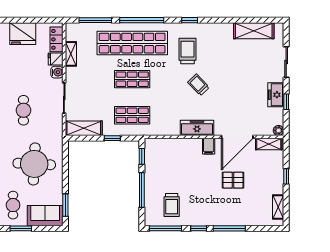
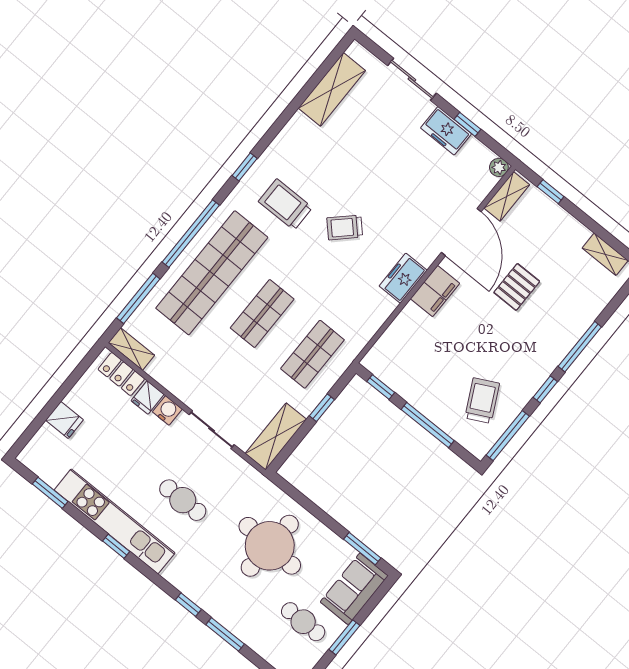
fridge: (23, 34) -> (64, 420), width x0.53, depth x0.75
shelving: (71, 54) -> (131, 349), moved
freezer: (197, 128) -> (403, 278), width x0.71
filing cabinet: (209, 146) -> (435, 291), width x2.00
window: (286, 176) -> (551, 192), moved
trolley: (172, 205) -> (482, 401), turned -117

